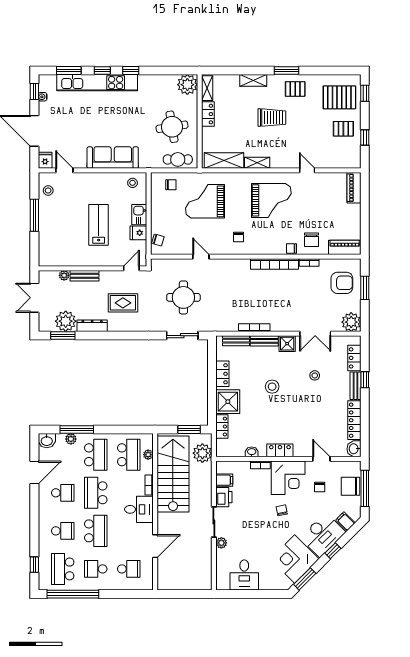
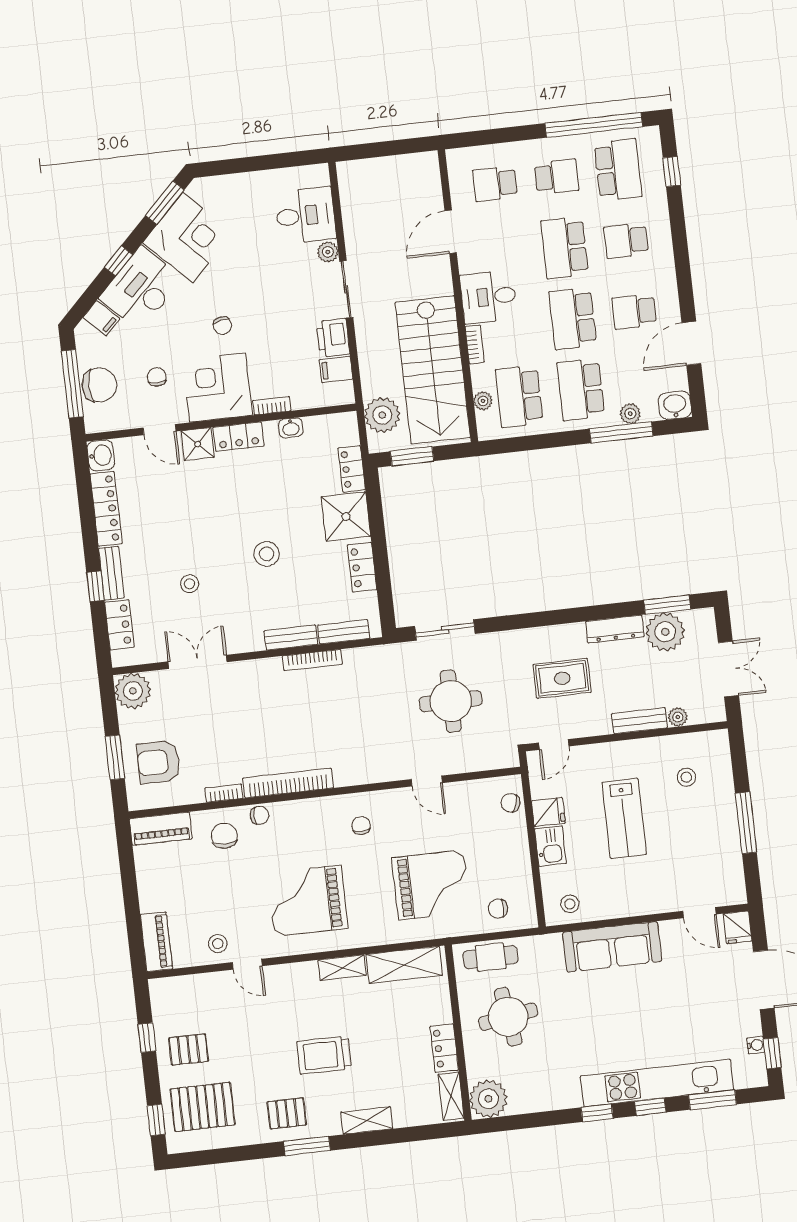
stool: (321, 183) -> (218, 944), added
stool: (48, 191) -> (686, 777), moved
shower: (287, 344) -> (198, 444), moved
school desk: (96, 493) -> (573, 319), turned 180
desk: (244, 575) -> (305, 215), moved, turned 90

